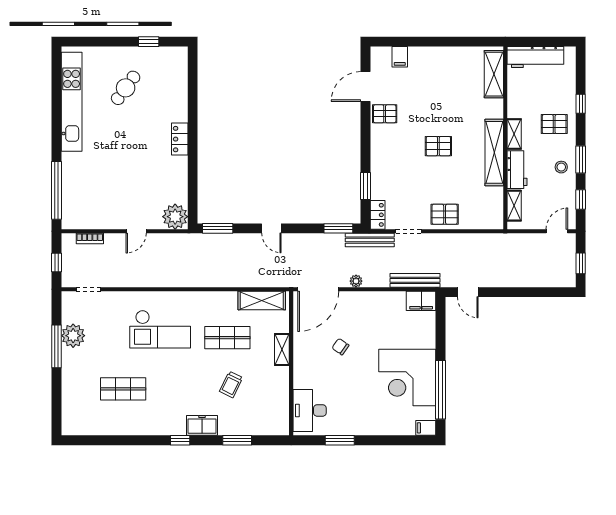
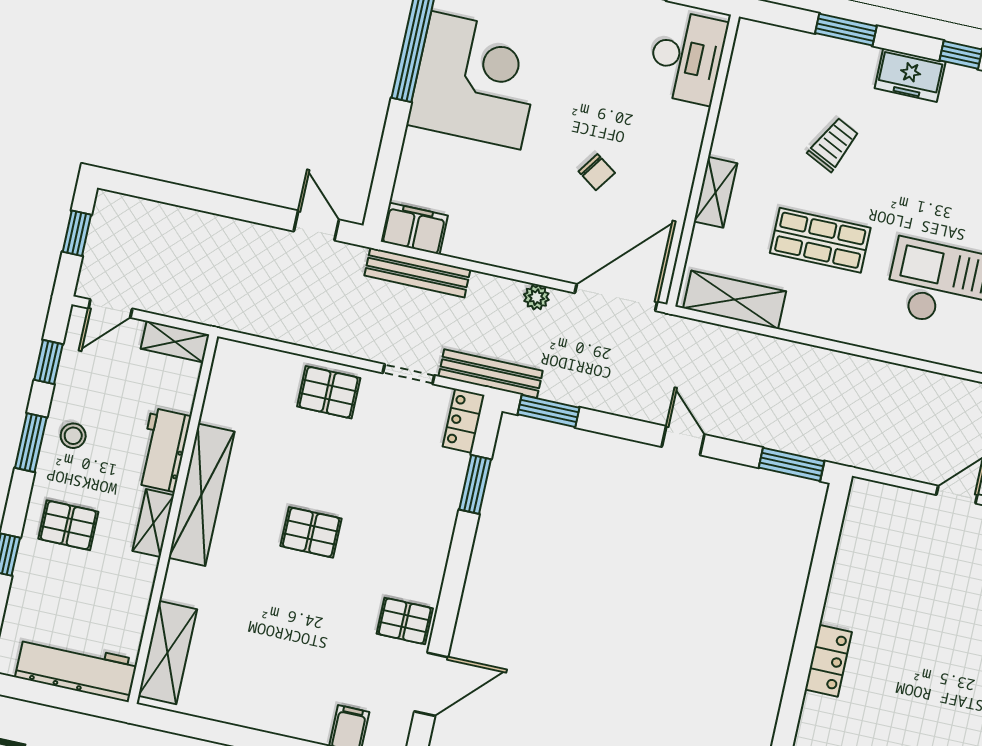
shelving: (514, 206) -> (175, 342), moved, turned 90
plant: (175, 217) -> (872, 507), removed

